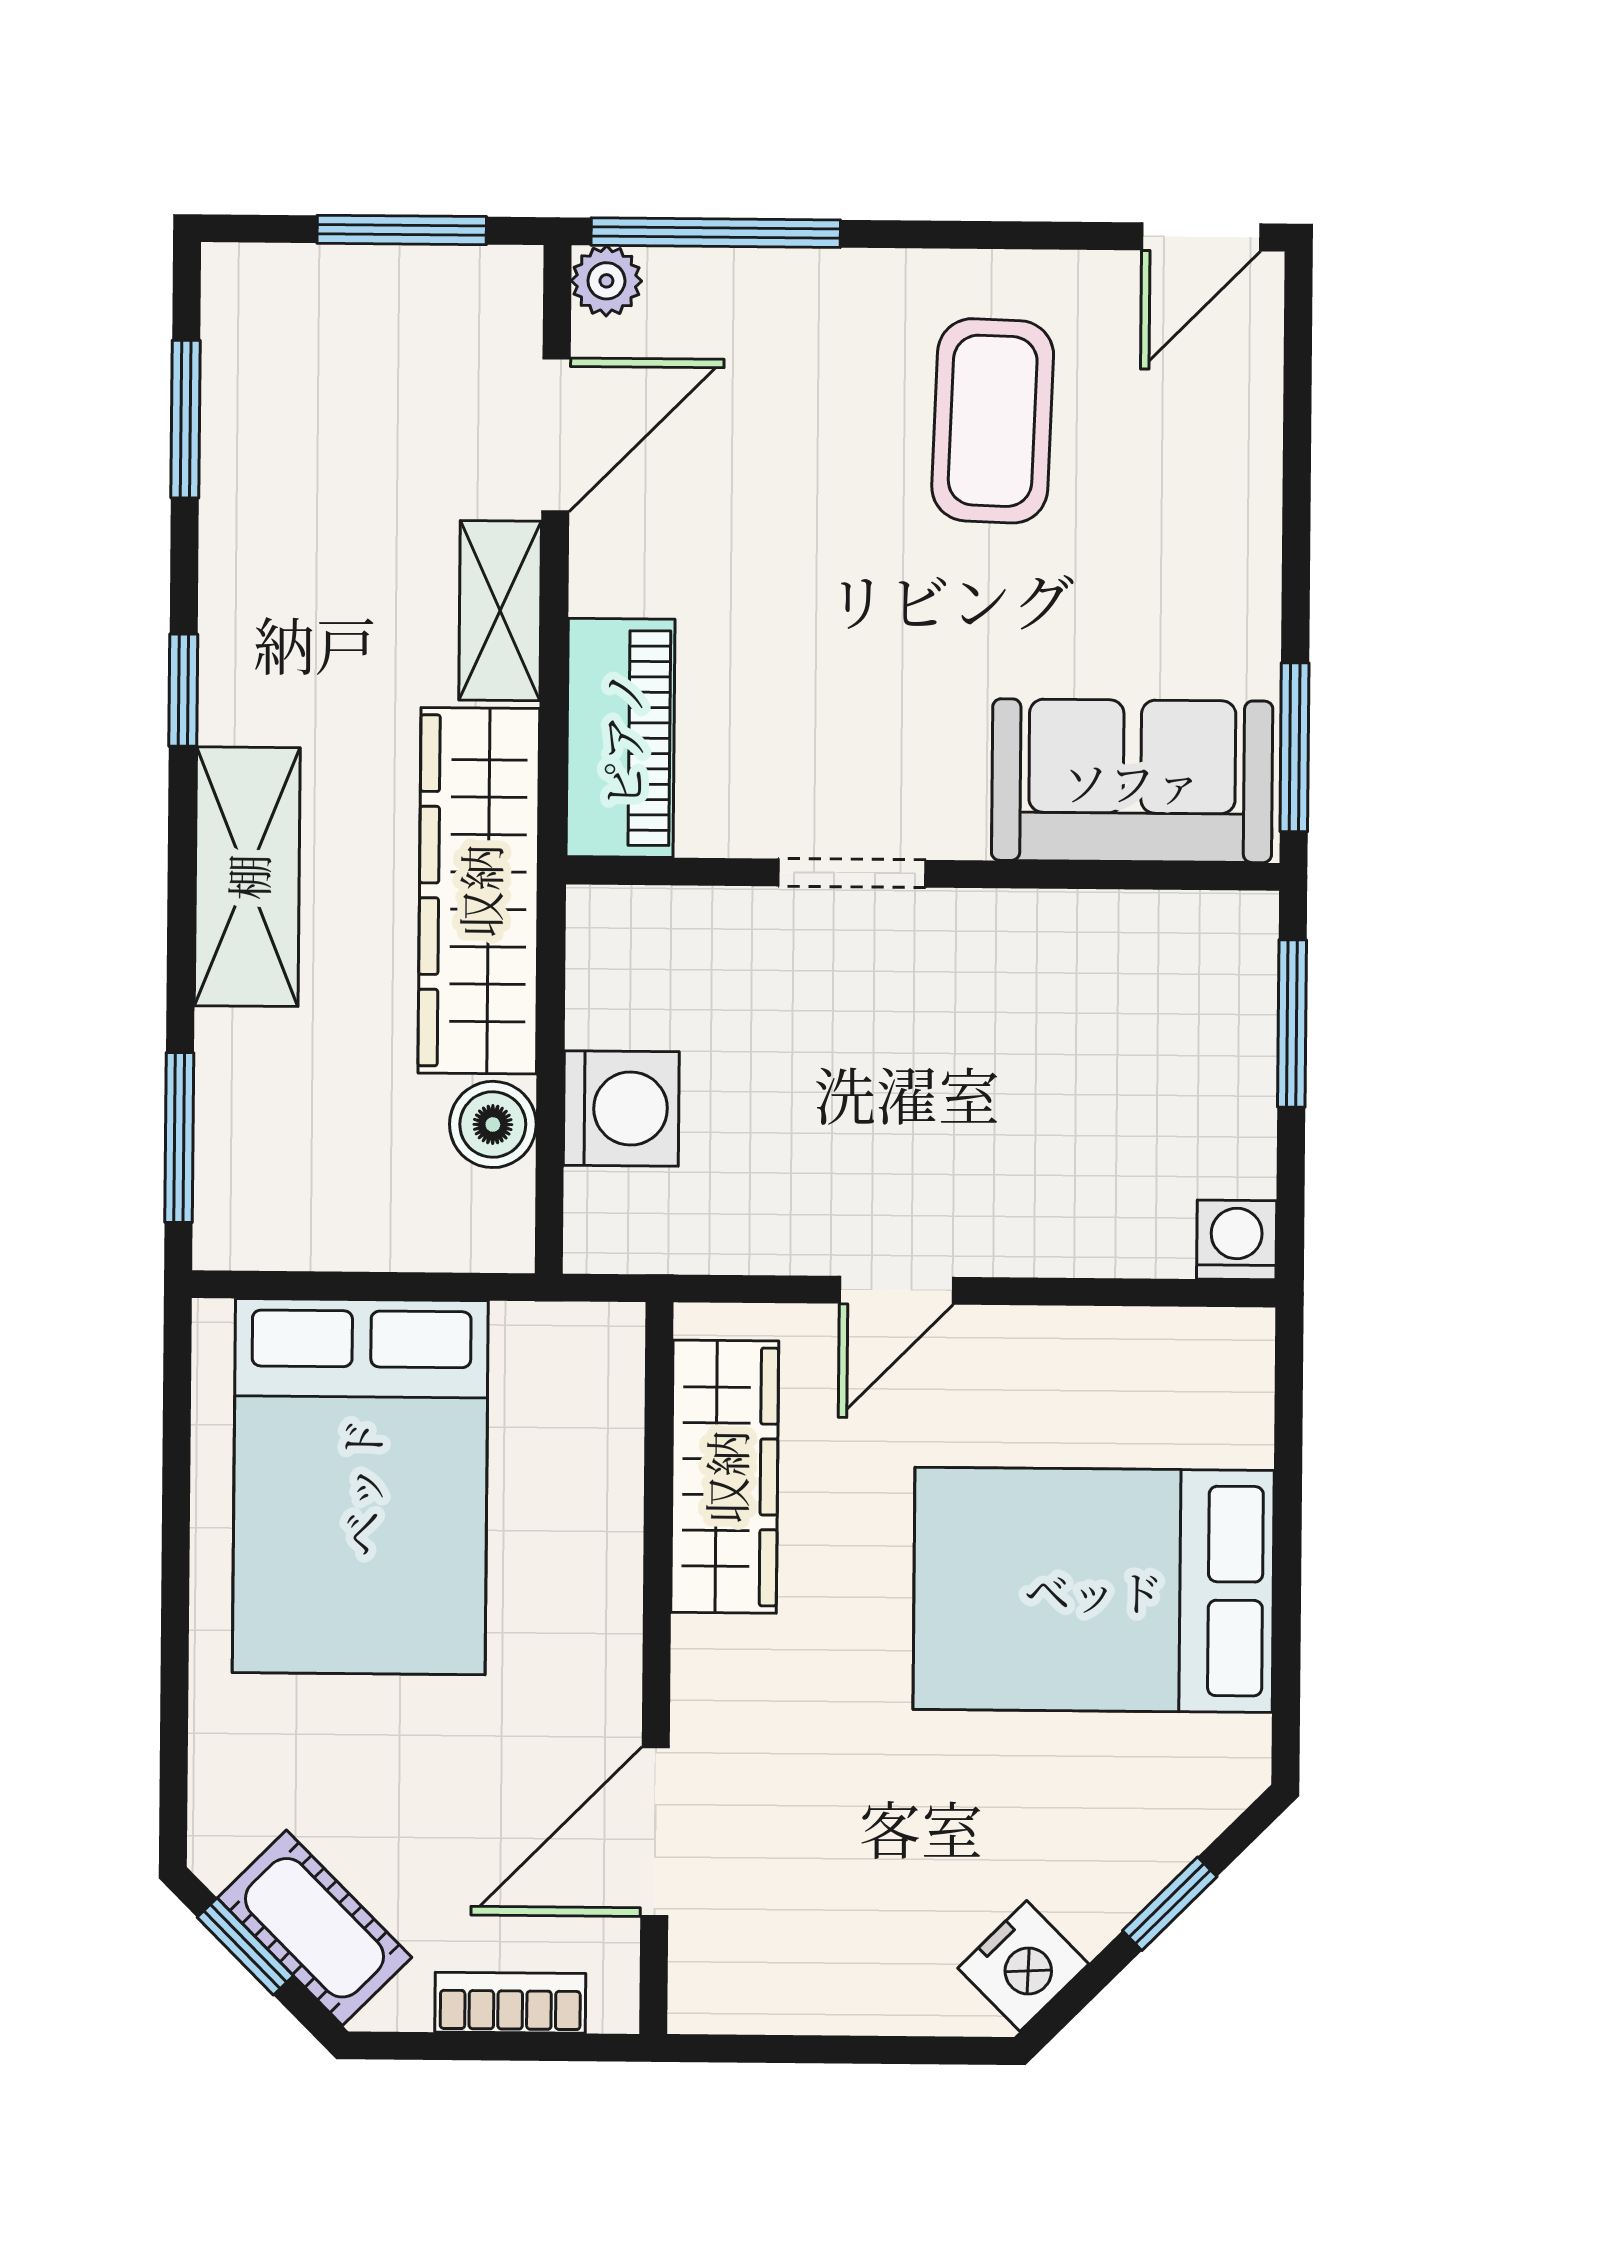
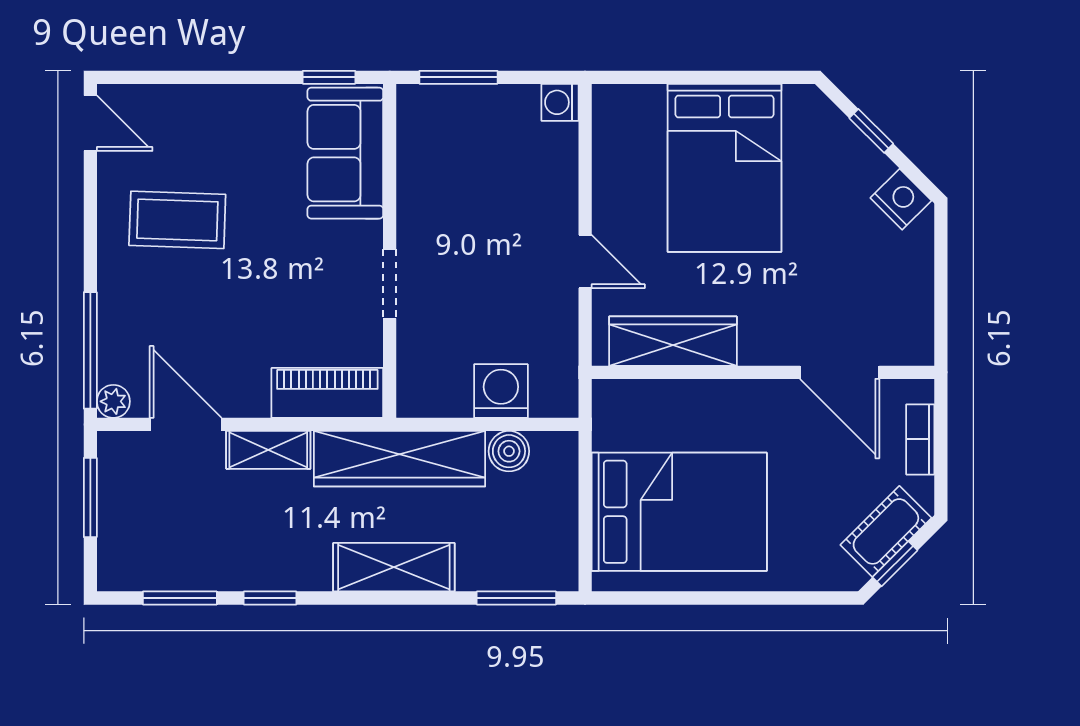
window: (183, 690) -> (270, 598), moved
window: (1294, 747) -> (329, 77), width x0.67

